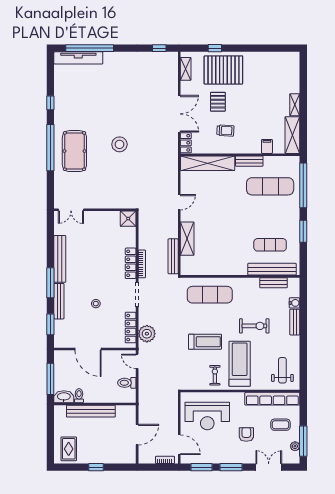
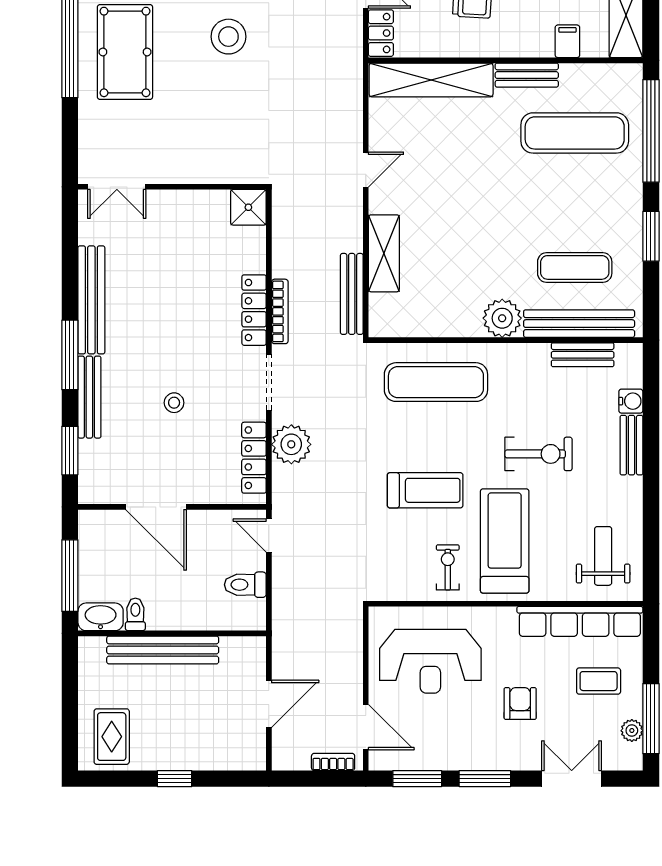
plant: (239, 267) -> (502, 318), added
plant: (147, 334) -> (291, 444), moved

